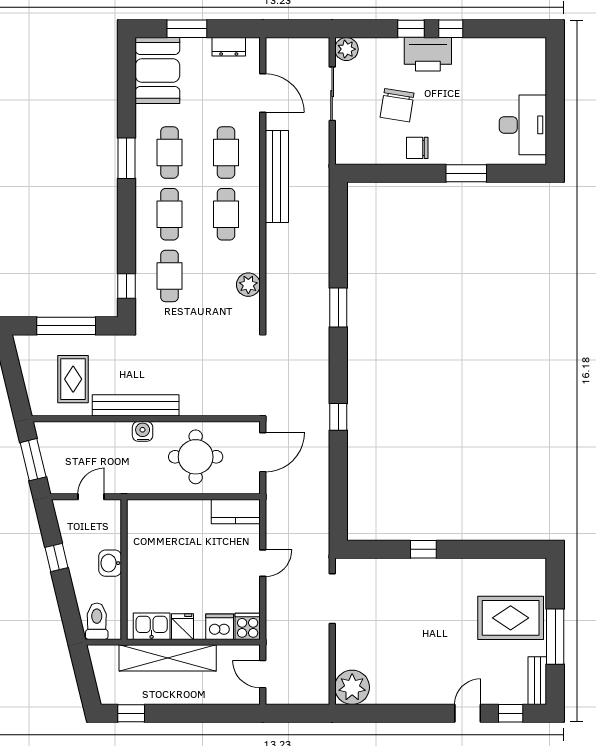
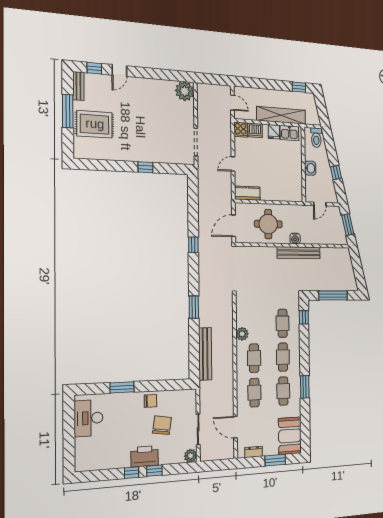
bench: (277, 176) -> (205, 354), moved
plant: (248, 285) -> (242, 334), moved
rug: (73, 379) -> (329, 267), removed

